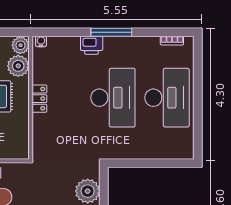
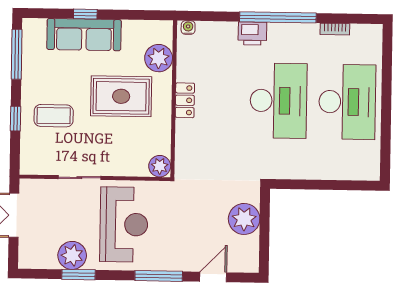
window: (111, 32) -> (278, 17), width x1.46
bookcase: (172, 41) -> (335, 29), moved
plant: (20, 45) -> (160, 166), moved

